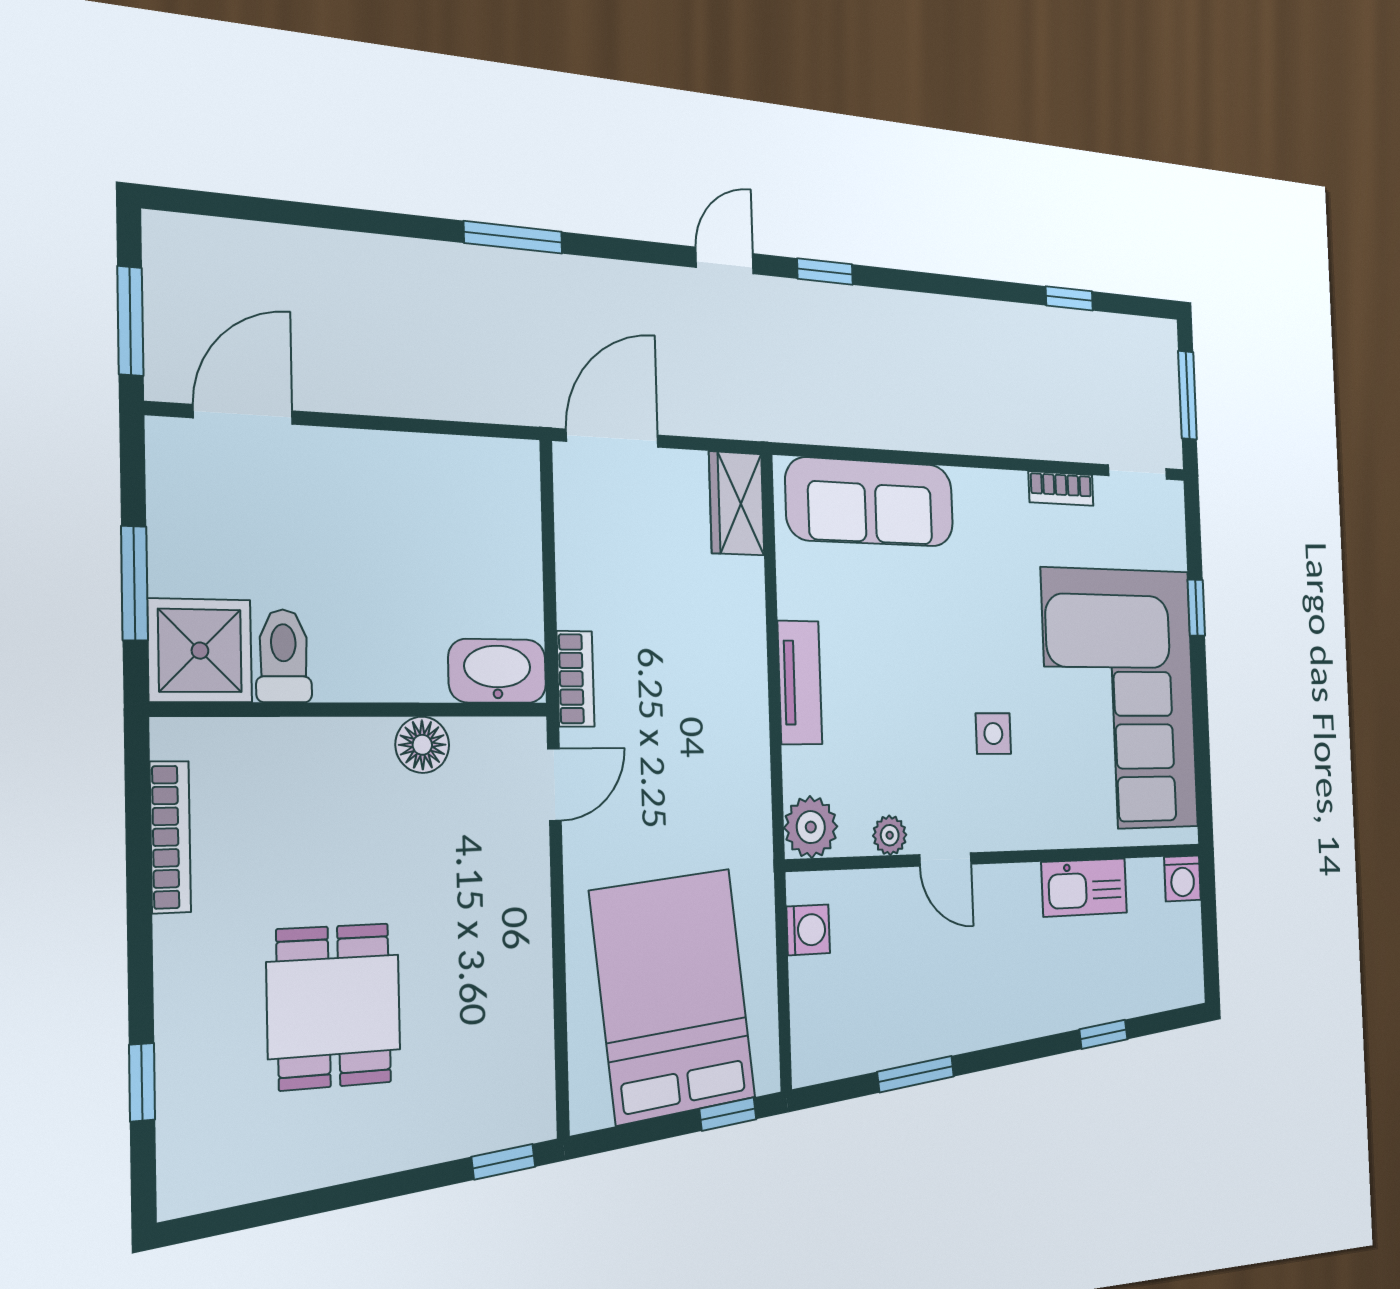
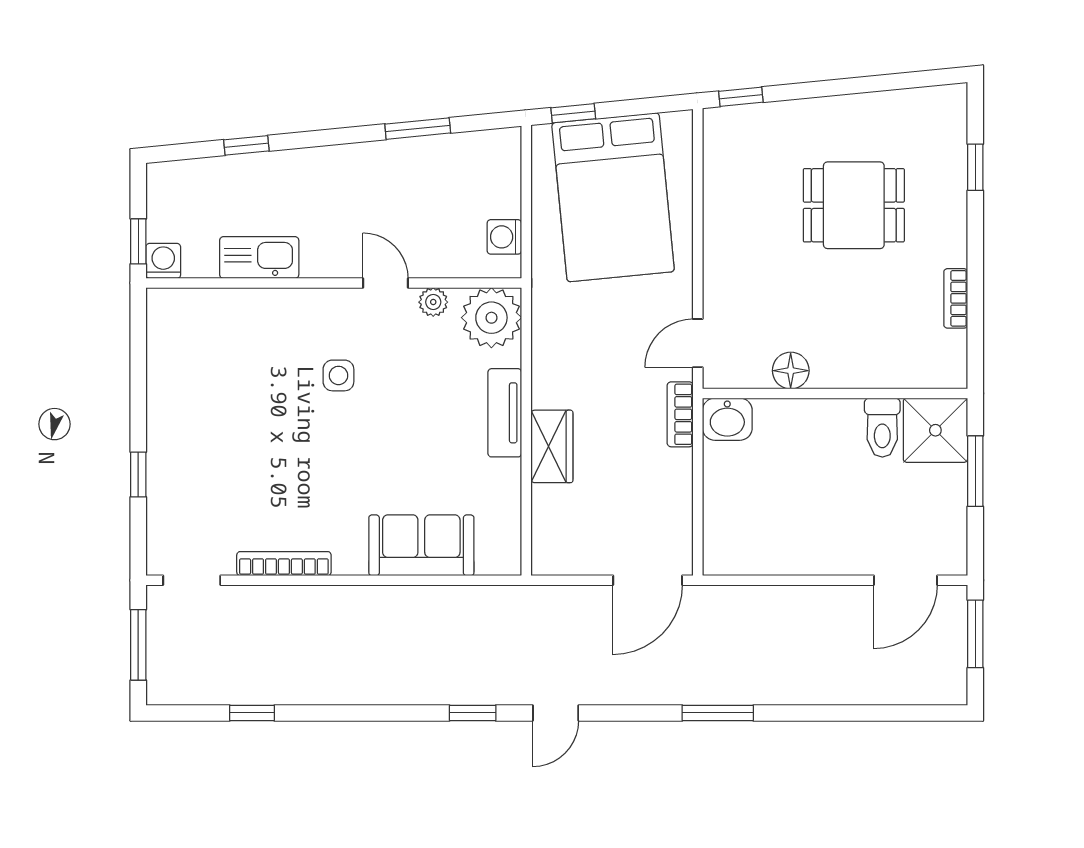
bookcase: (1061, 489) -> (284, 564), width x1.56
sofa: (870, 502) -> (421, 545), width x0.73
wardrobe: (737, 503) -> (552, 446), moved
washbasin: (497, 671) -> (727, 419), width x0.72
corner sofa: (1120, 699) -> (217, 402), removed
plant: (811, 827) -> (491, 318), width x1.36, depth x1.36
bookcase: (170, 837) -> (956, 298), width x0.64
window: (1208, 902) -> (138, 241), added
dining table: (334, 1006) -> (854, 205), turned 90

